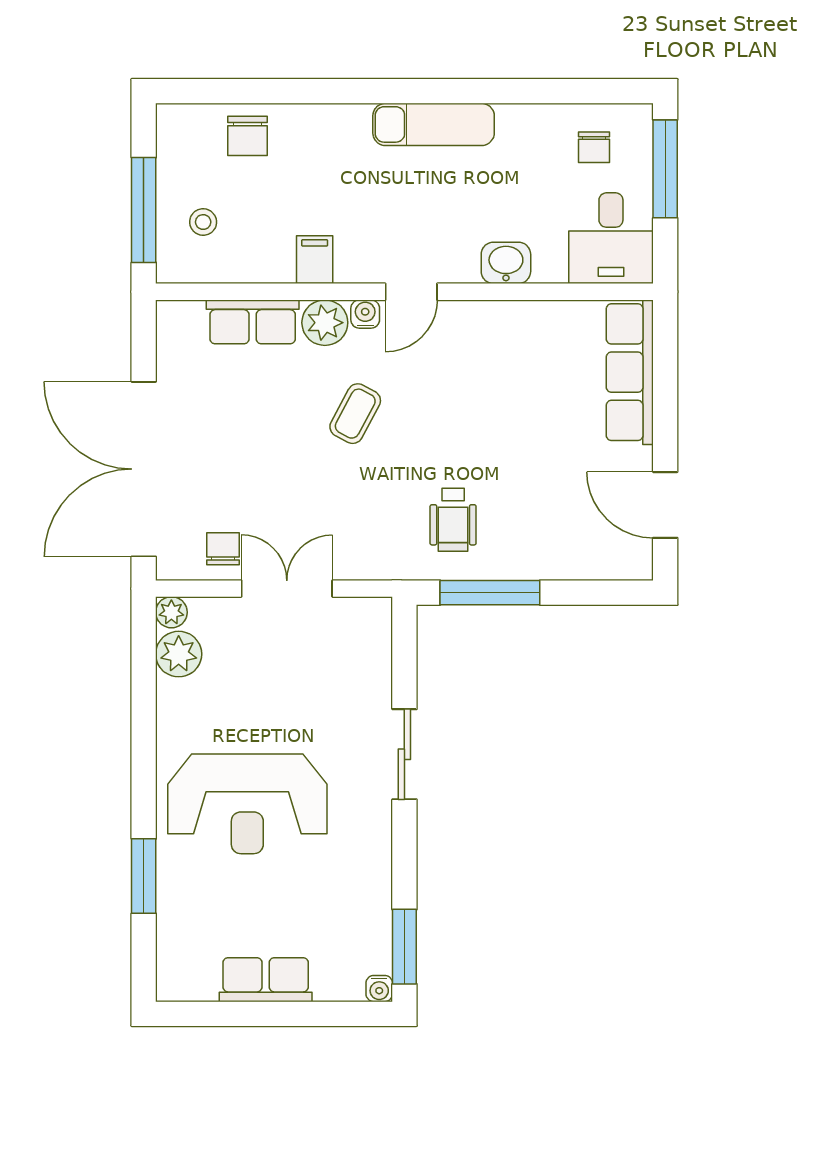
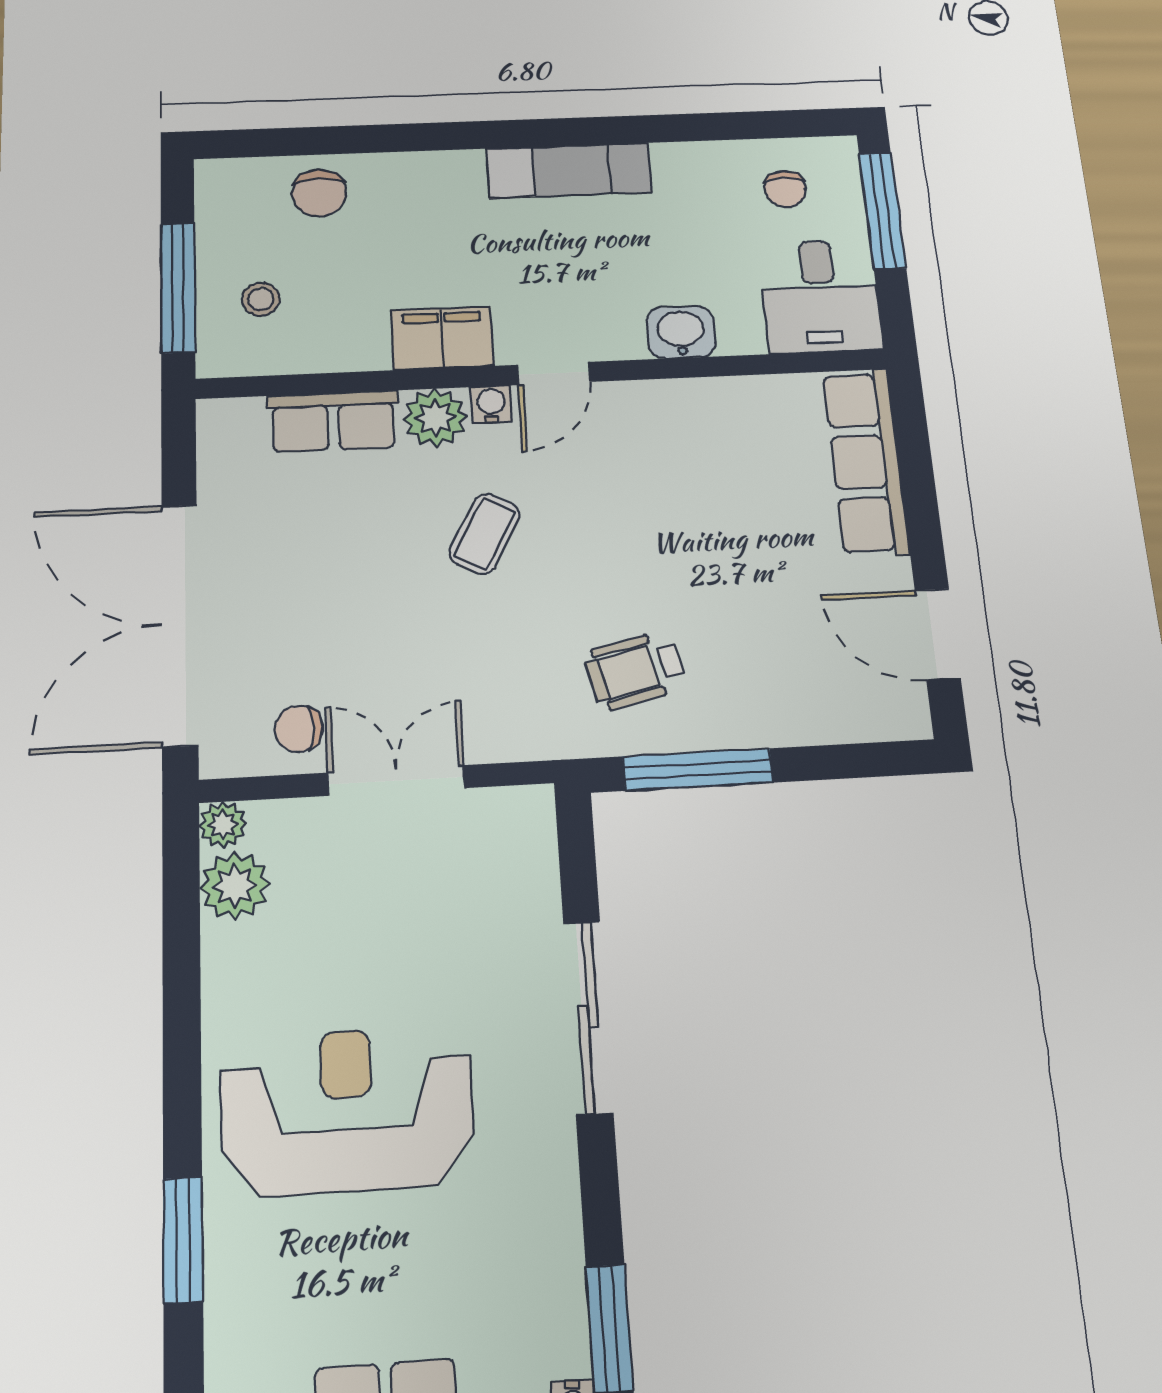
filing cabinet: (315, 260) -> (442, 338), width x2.00
wheelchair: (453, 520) -> (635, 670), turned 77
chair: (223, 549) -> (299, 729), turned -90
sliding door: (404, 754) -> (588, 1017), width x1.37
reception desk: (247, 804) -> (347, 1110), turned 180

